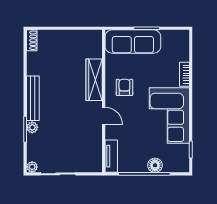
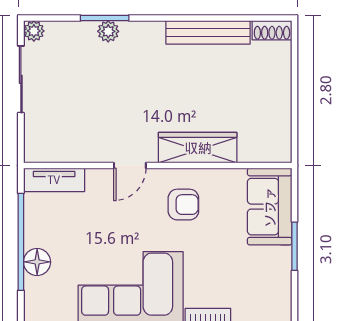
sofa: (133, 42) -> (270, 207), width x0.73
bench: (33, 98) -> (208, 32), moved

